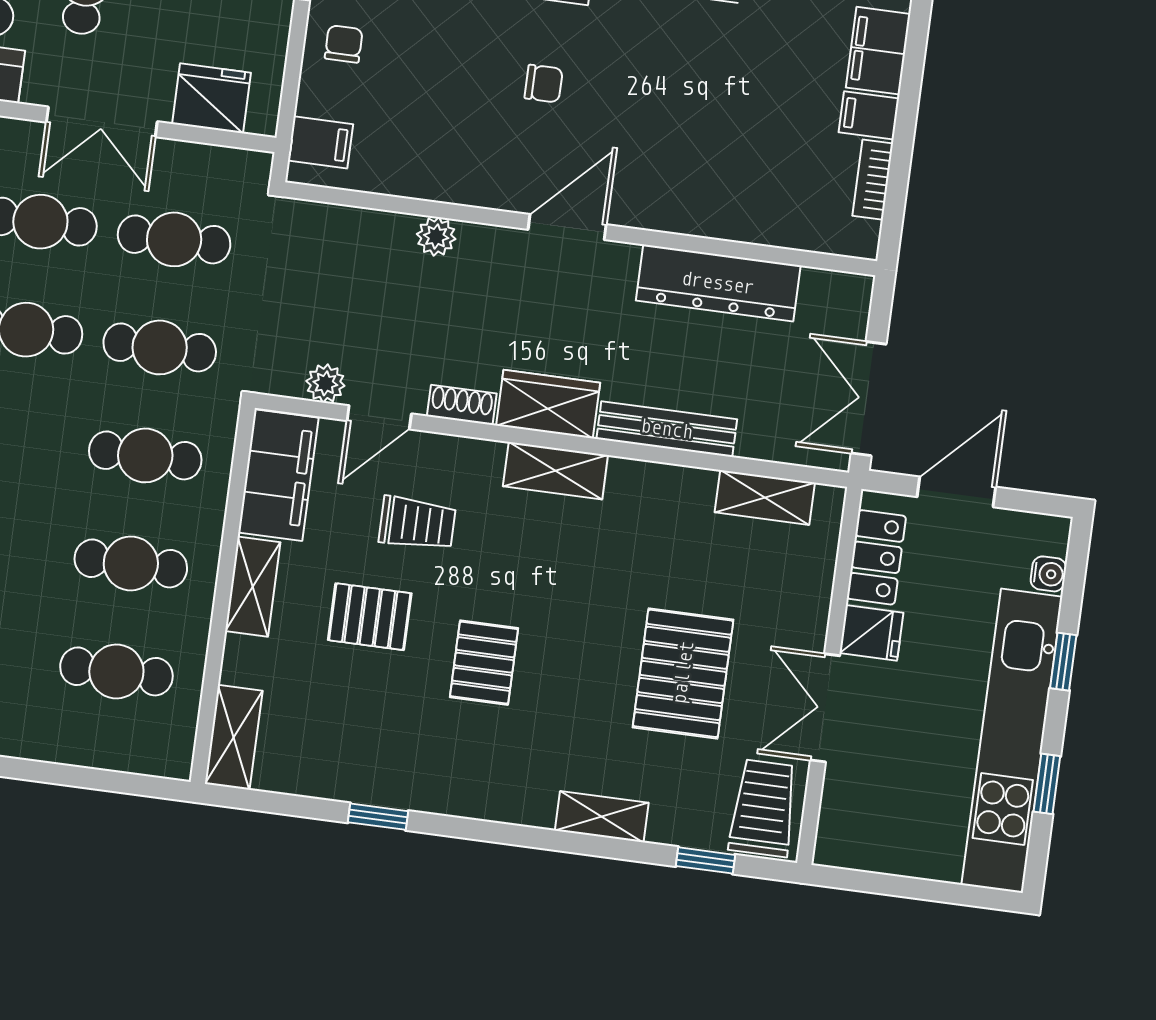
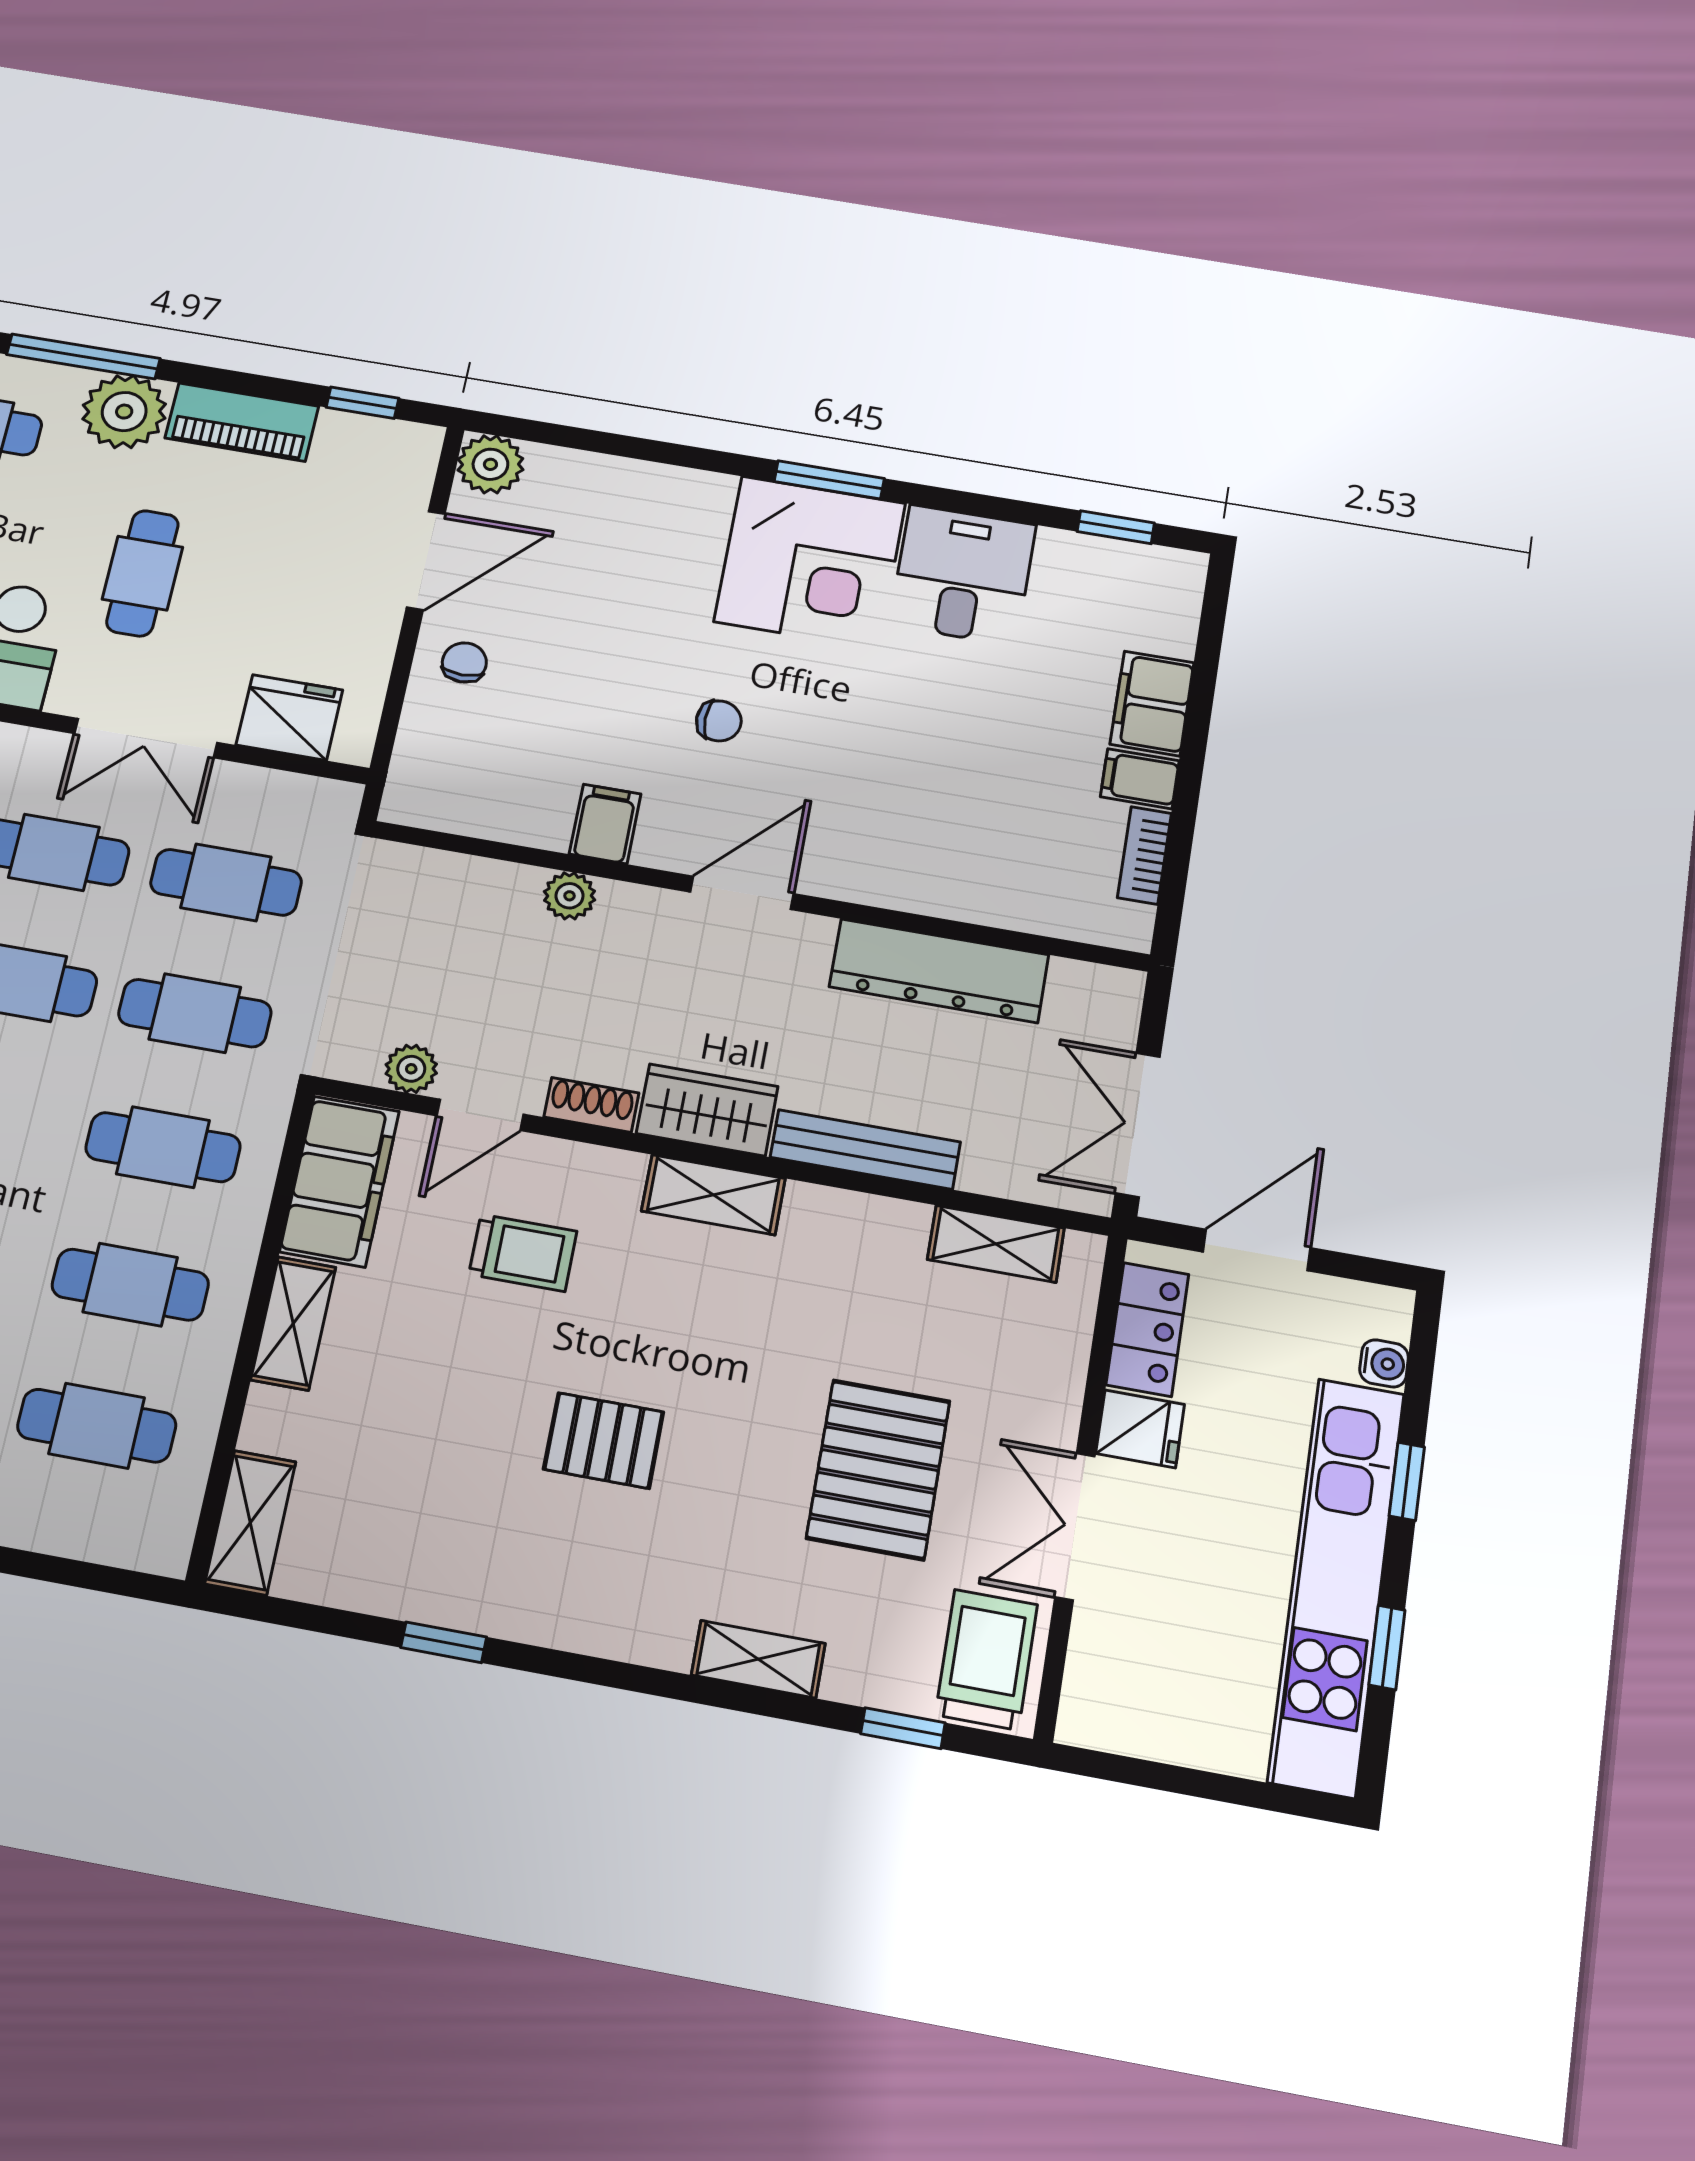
filing cabinet: (320, 142) -> (605, 824), moved, turned -90
pallet: (370, 617) -> (450, 1371), removed
pallet: (484, 663) -> (604, 1441), turned 90

